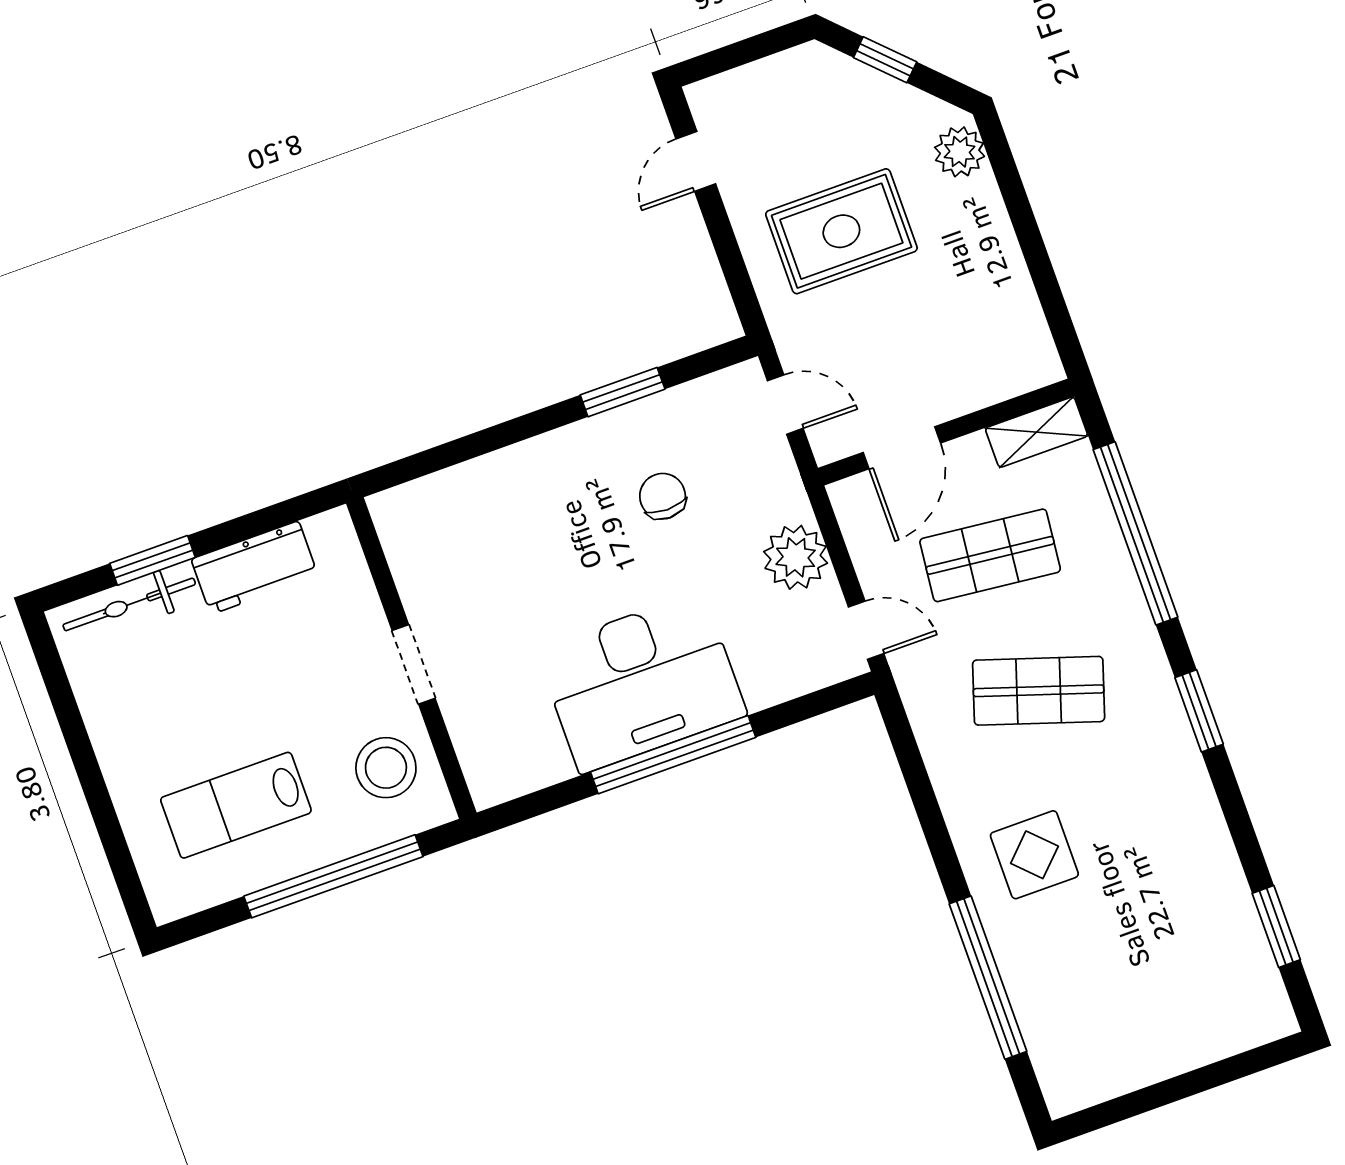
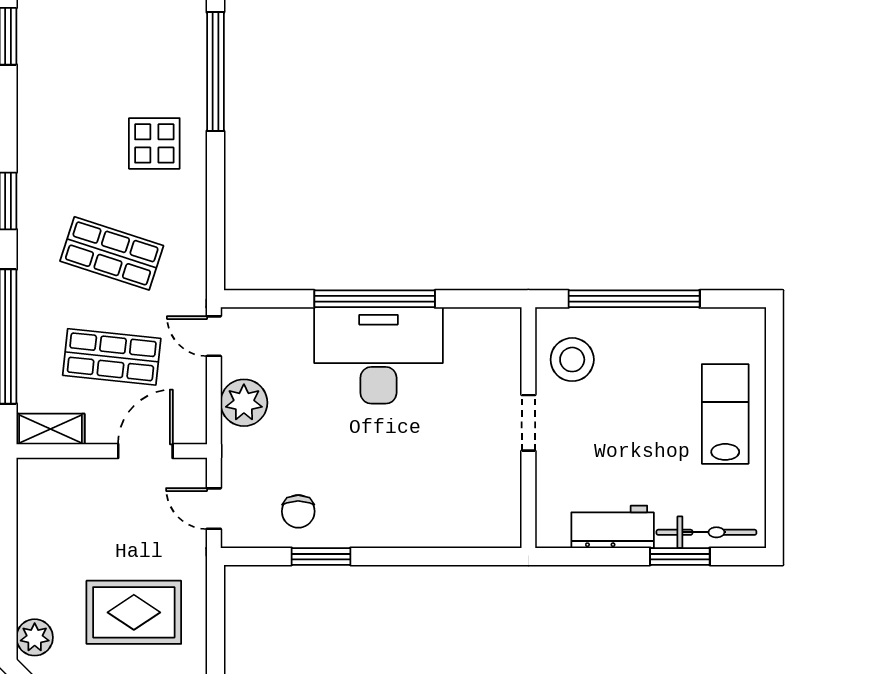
chair: (663, 496) -> (298, 511), moved
lab bench: (236, 805) -> (725, 414), moved, turned -90

